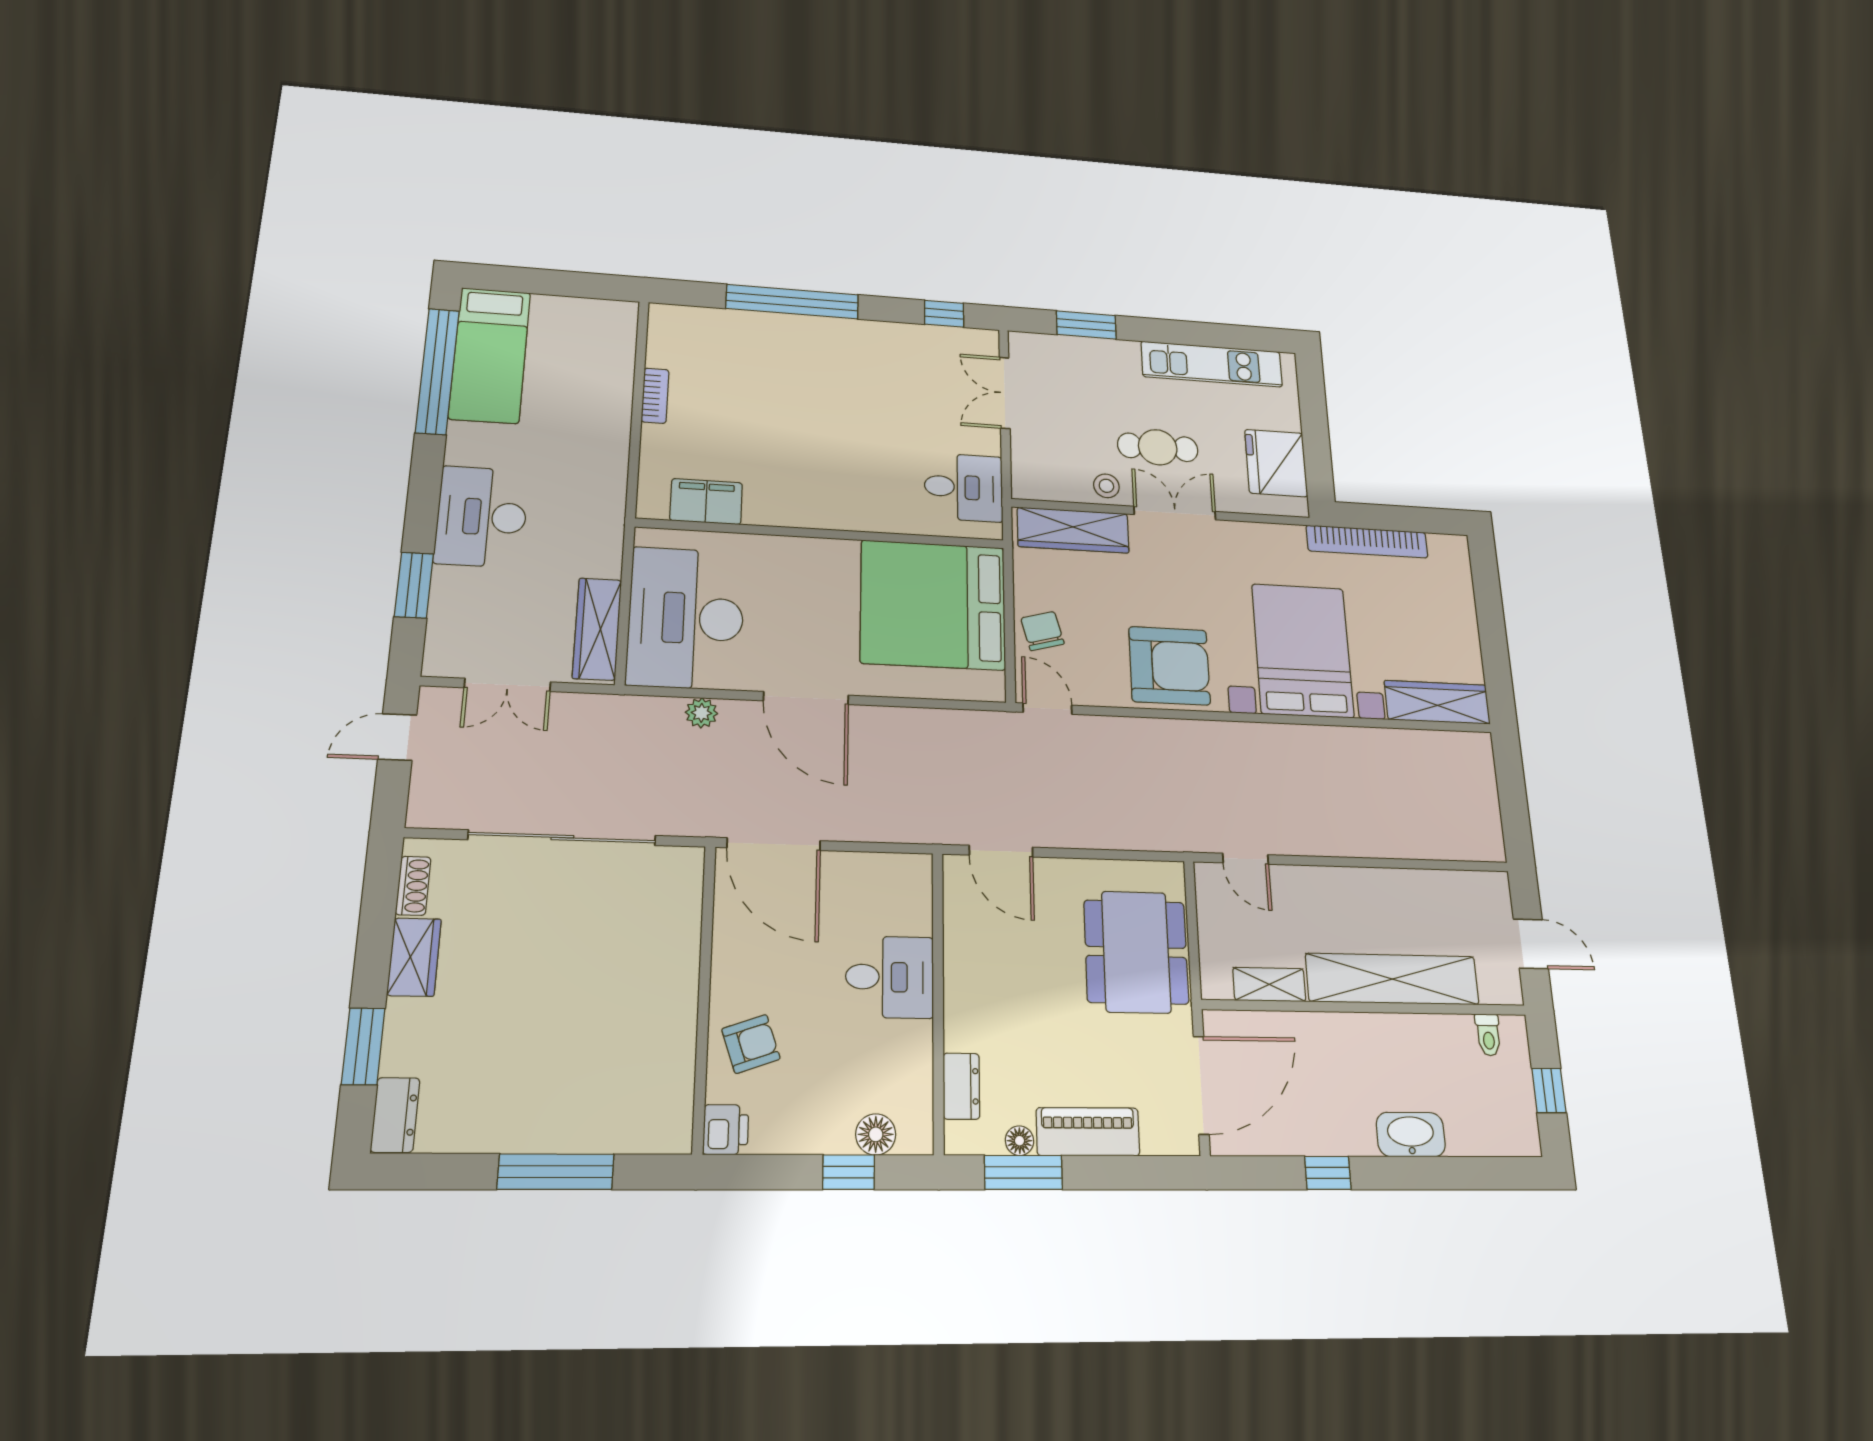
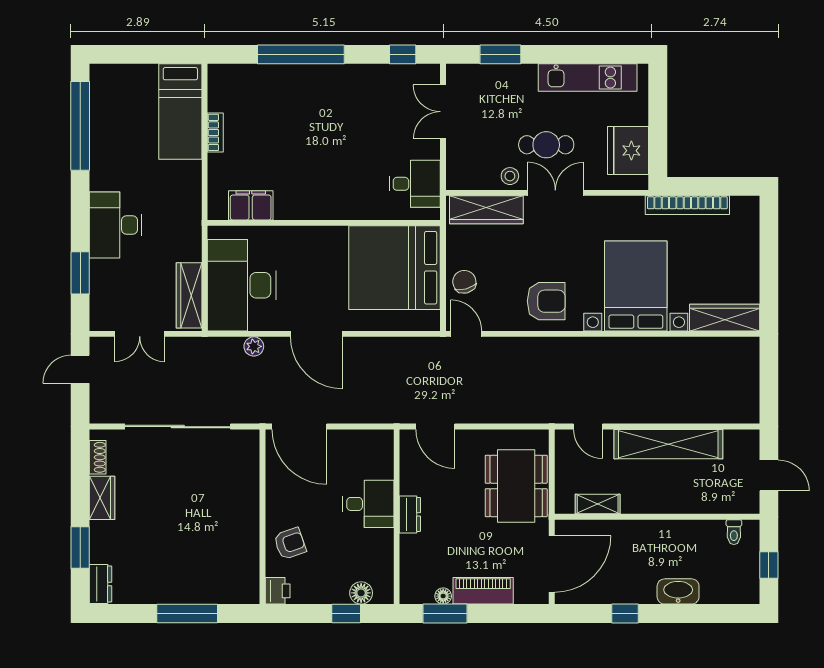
bed: (490, 355) -> (180, 112), moved
armchair: (1169, 666) -> (546, 301), width x0.73, depth x0.73
shelving: (1392, 979) -> (668, 444), moved
dresser: (961, 1086) -> (410, 514), moved

